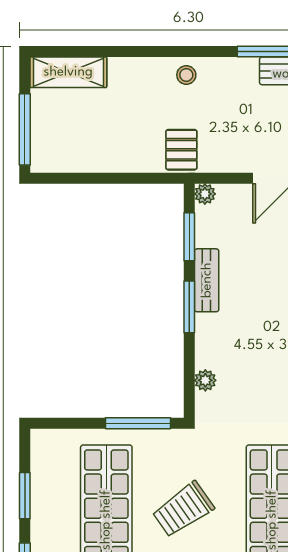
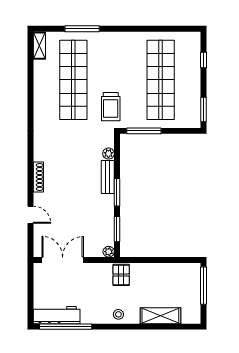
shelving: (68, 72) -> (160, 316), moved
bench: (207, 280) -> (108, 177), moved
window: (25, 496) -> (203, 110), moved
trolley: (183, 510) -> (111, 107), moved, turned 125

